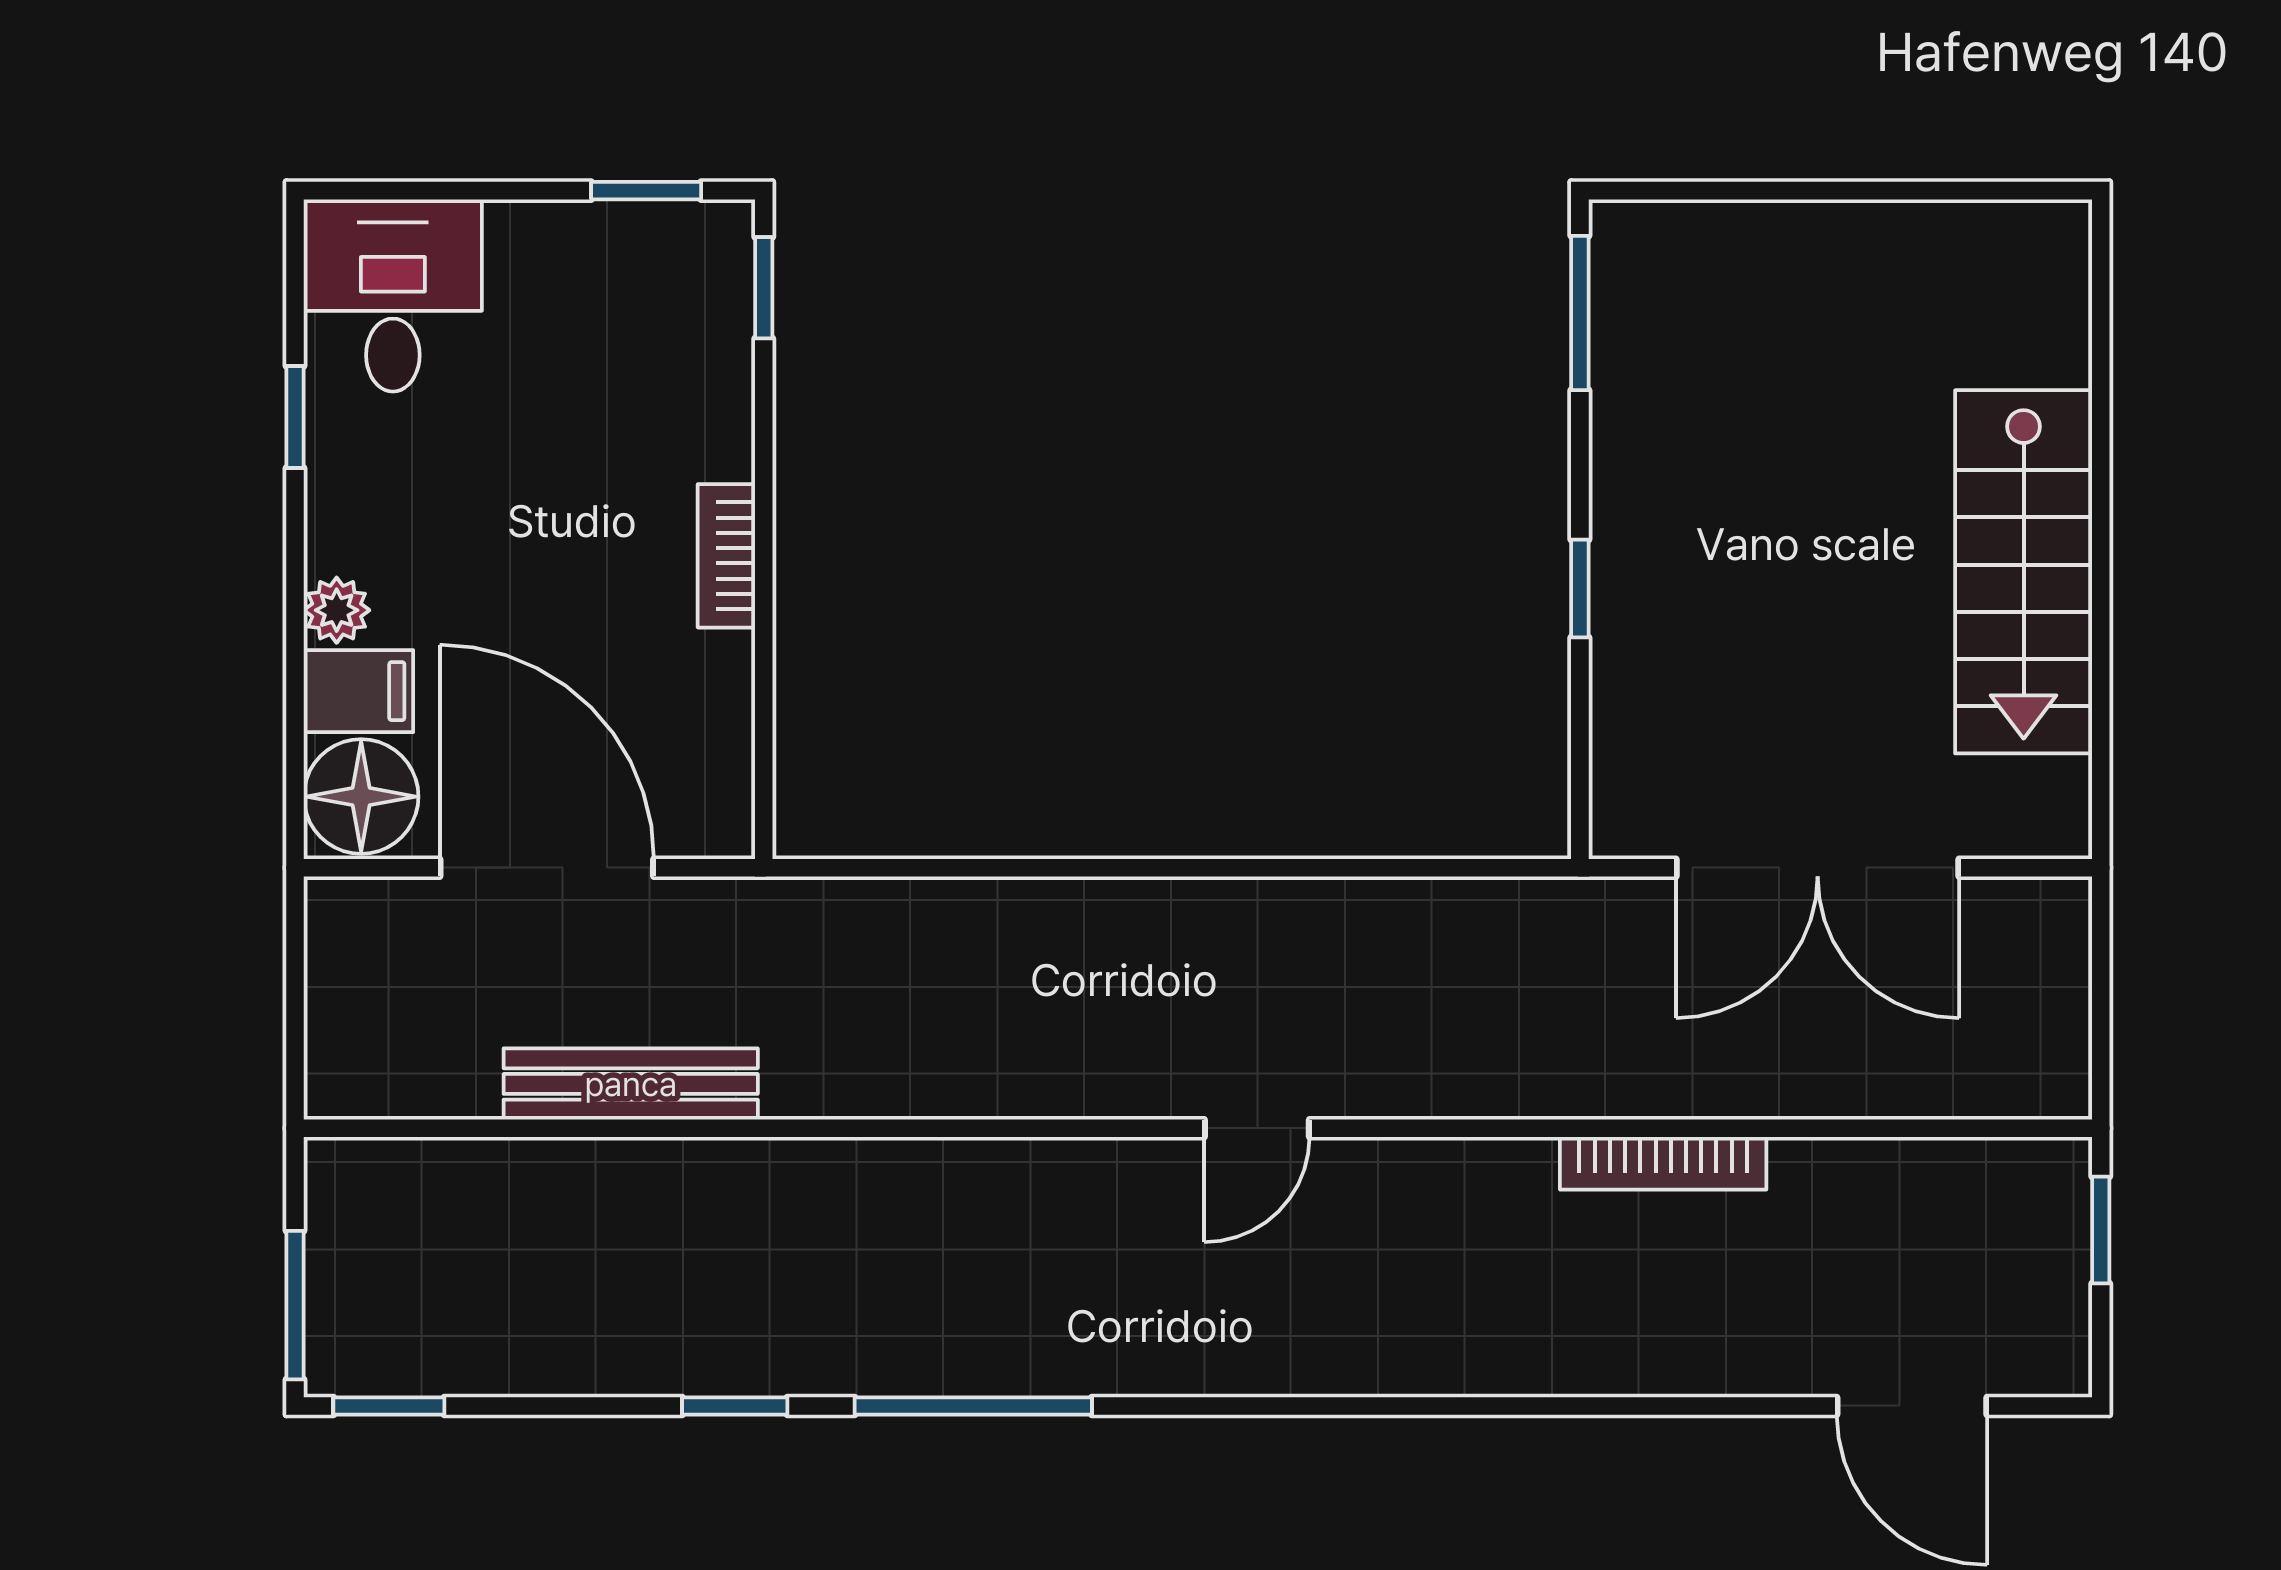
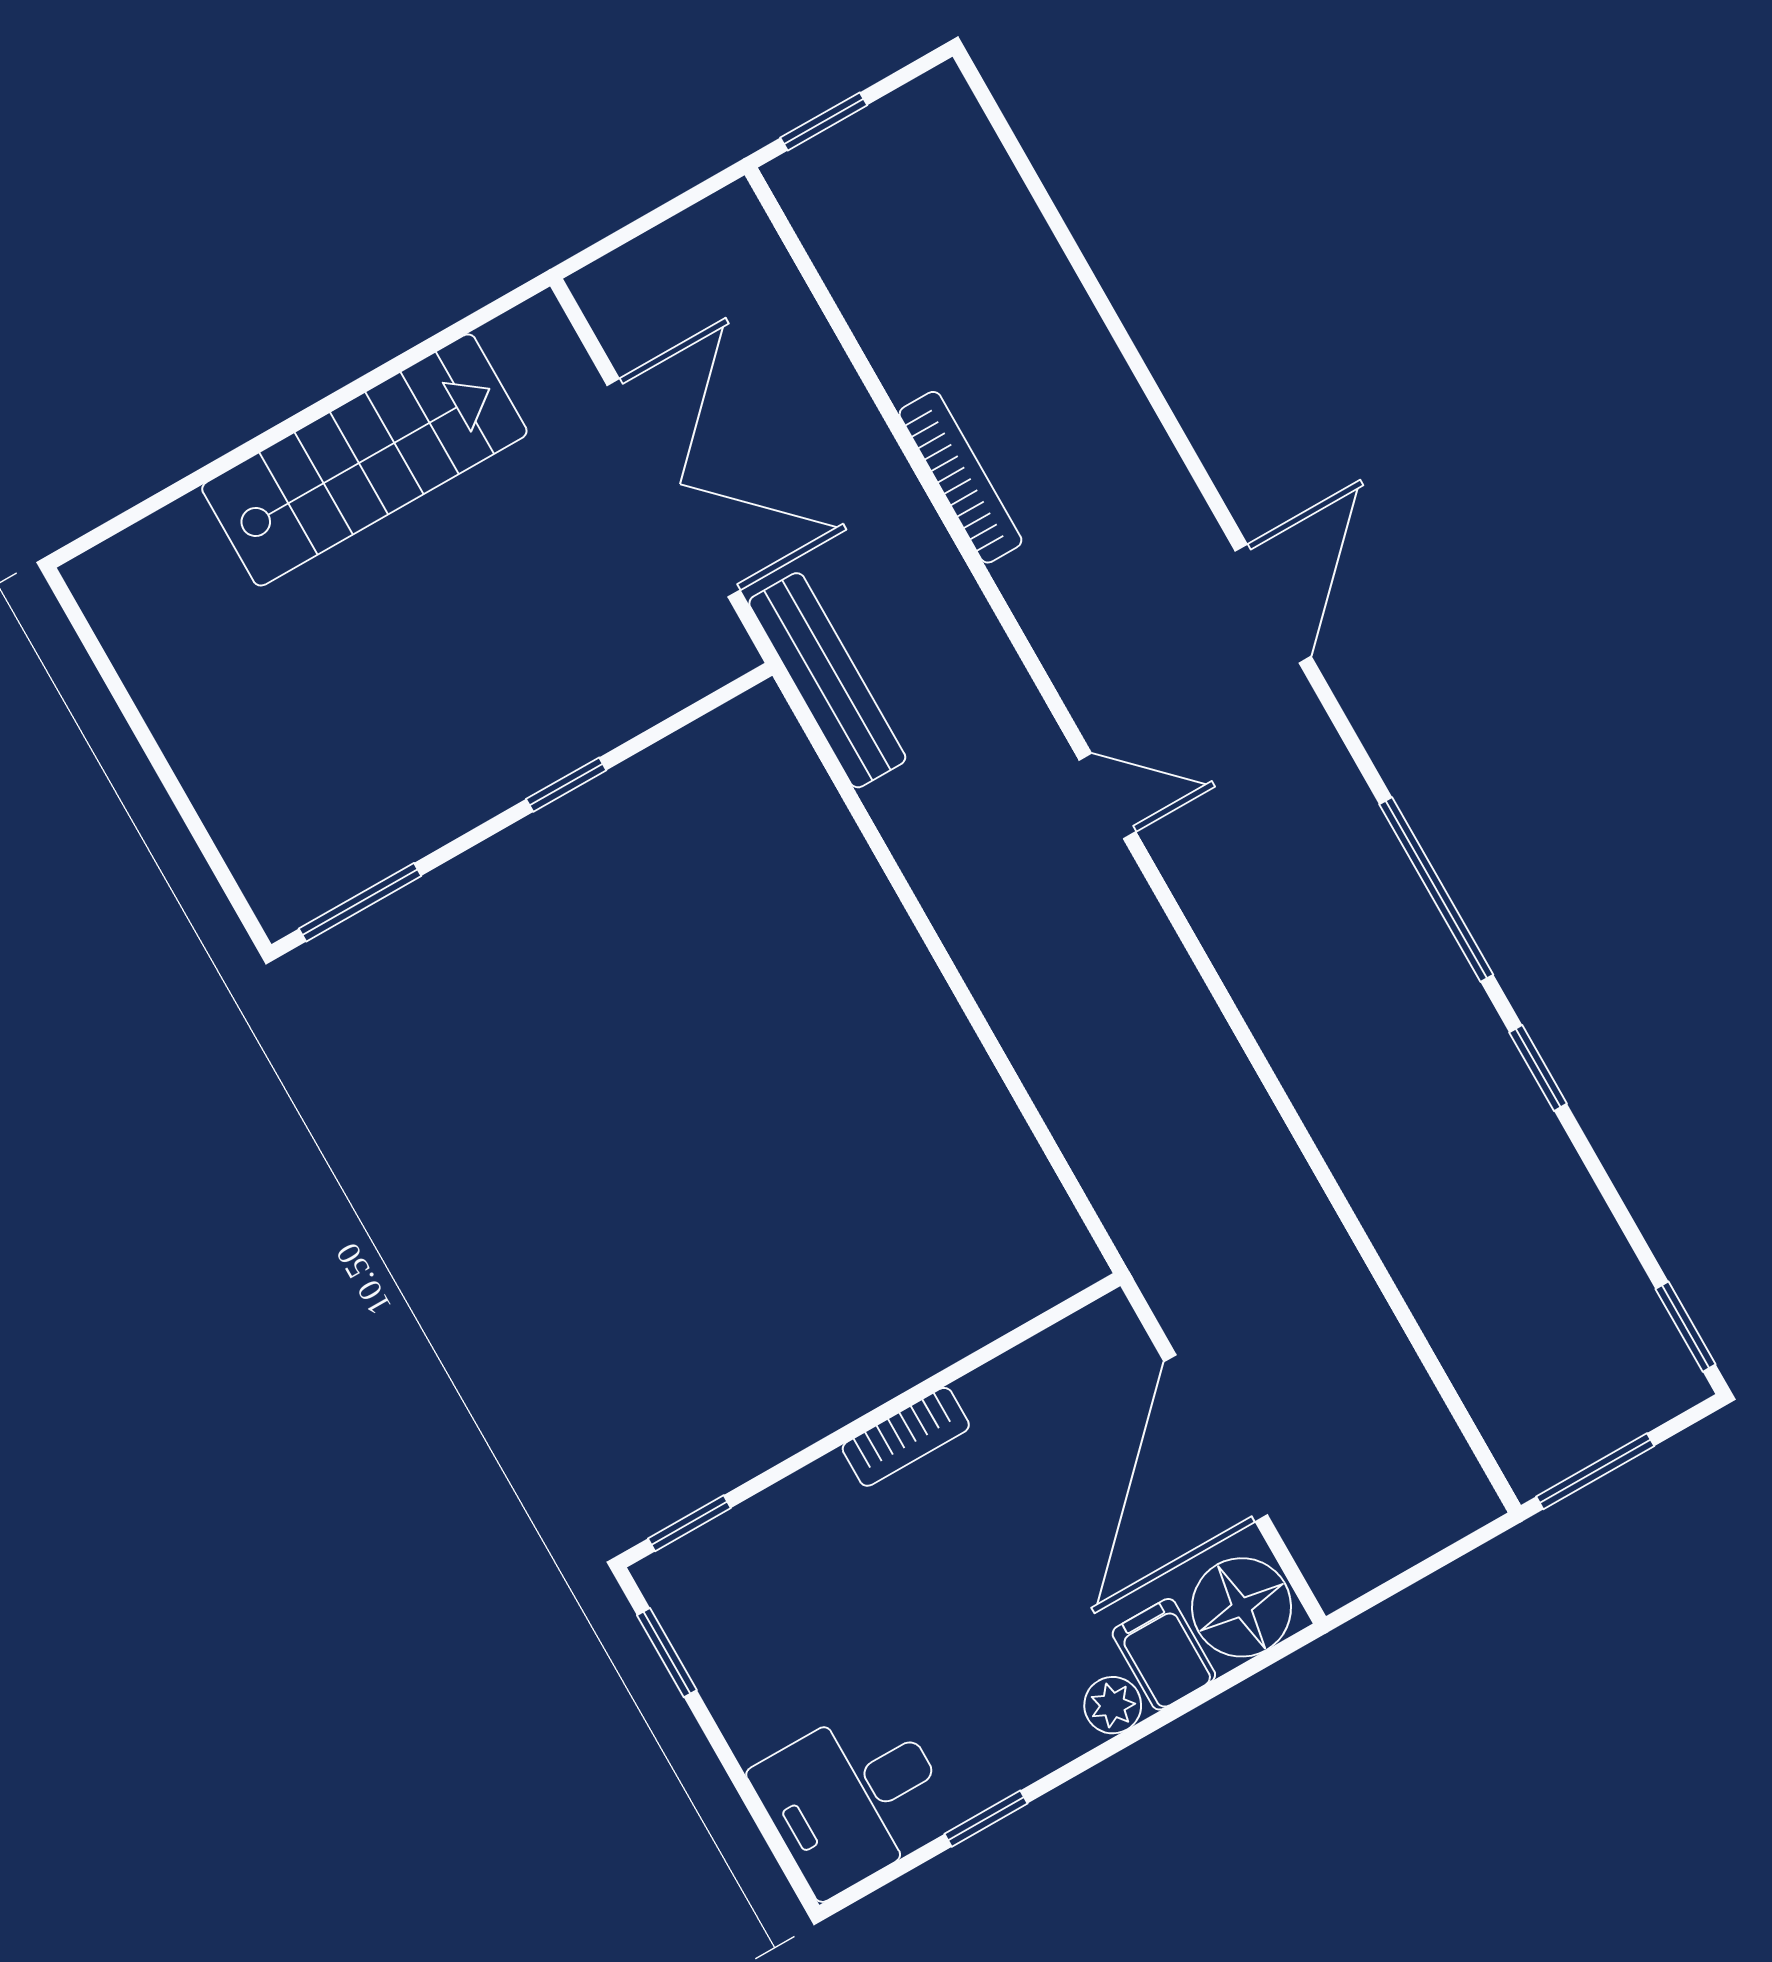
bench: (631, 1084) -> (827, 680), moved
window: (295, 1305) -> (1595, 1471), moved
door: (1912, 1406) -> (1273, 604), moved

